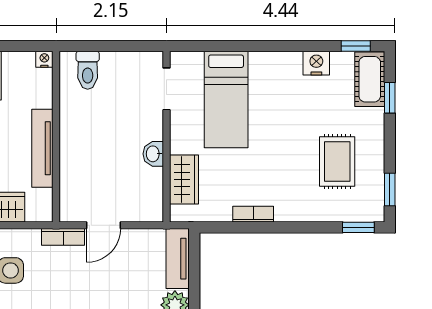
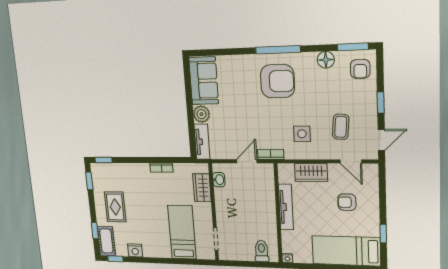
washbasin: (153, 154) -> (219, 180), moved
rug: (337, 161) -> (115, 207), moved

